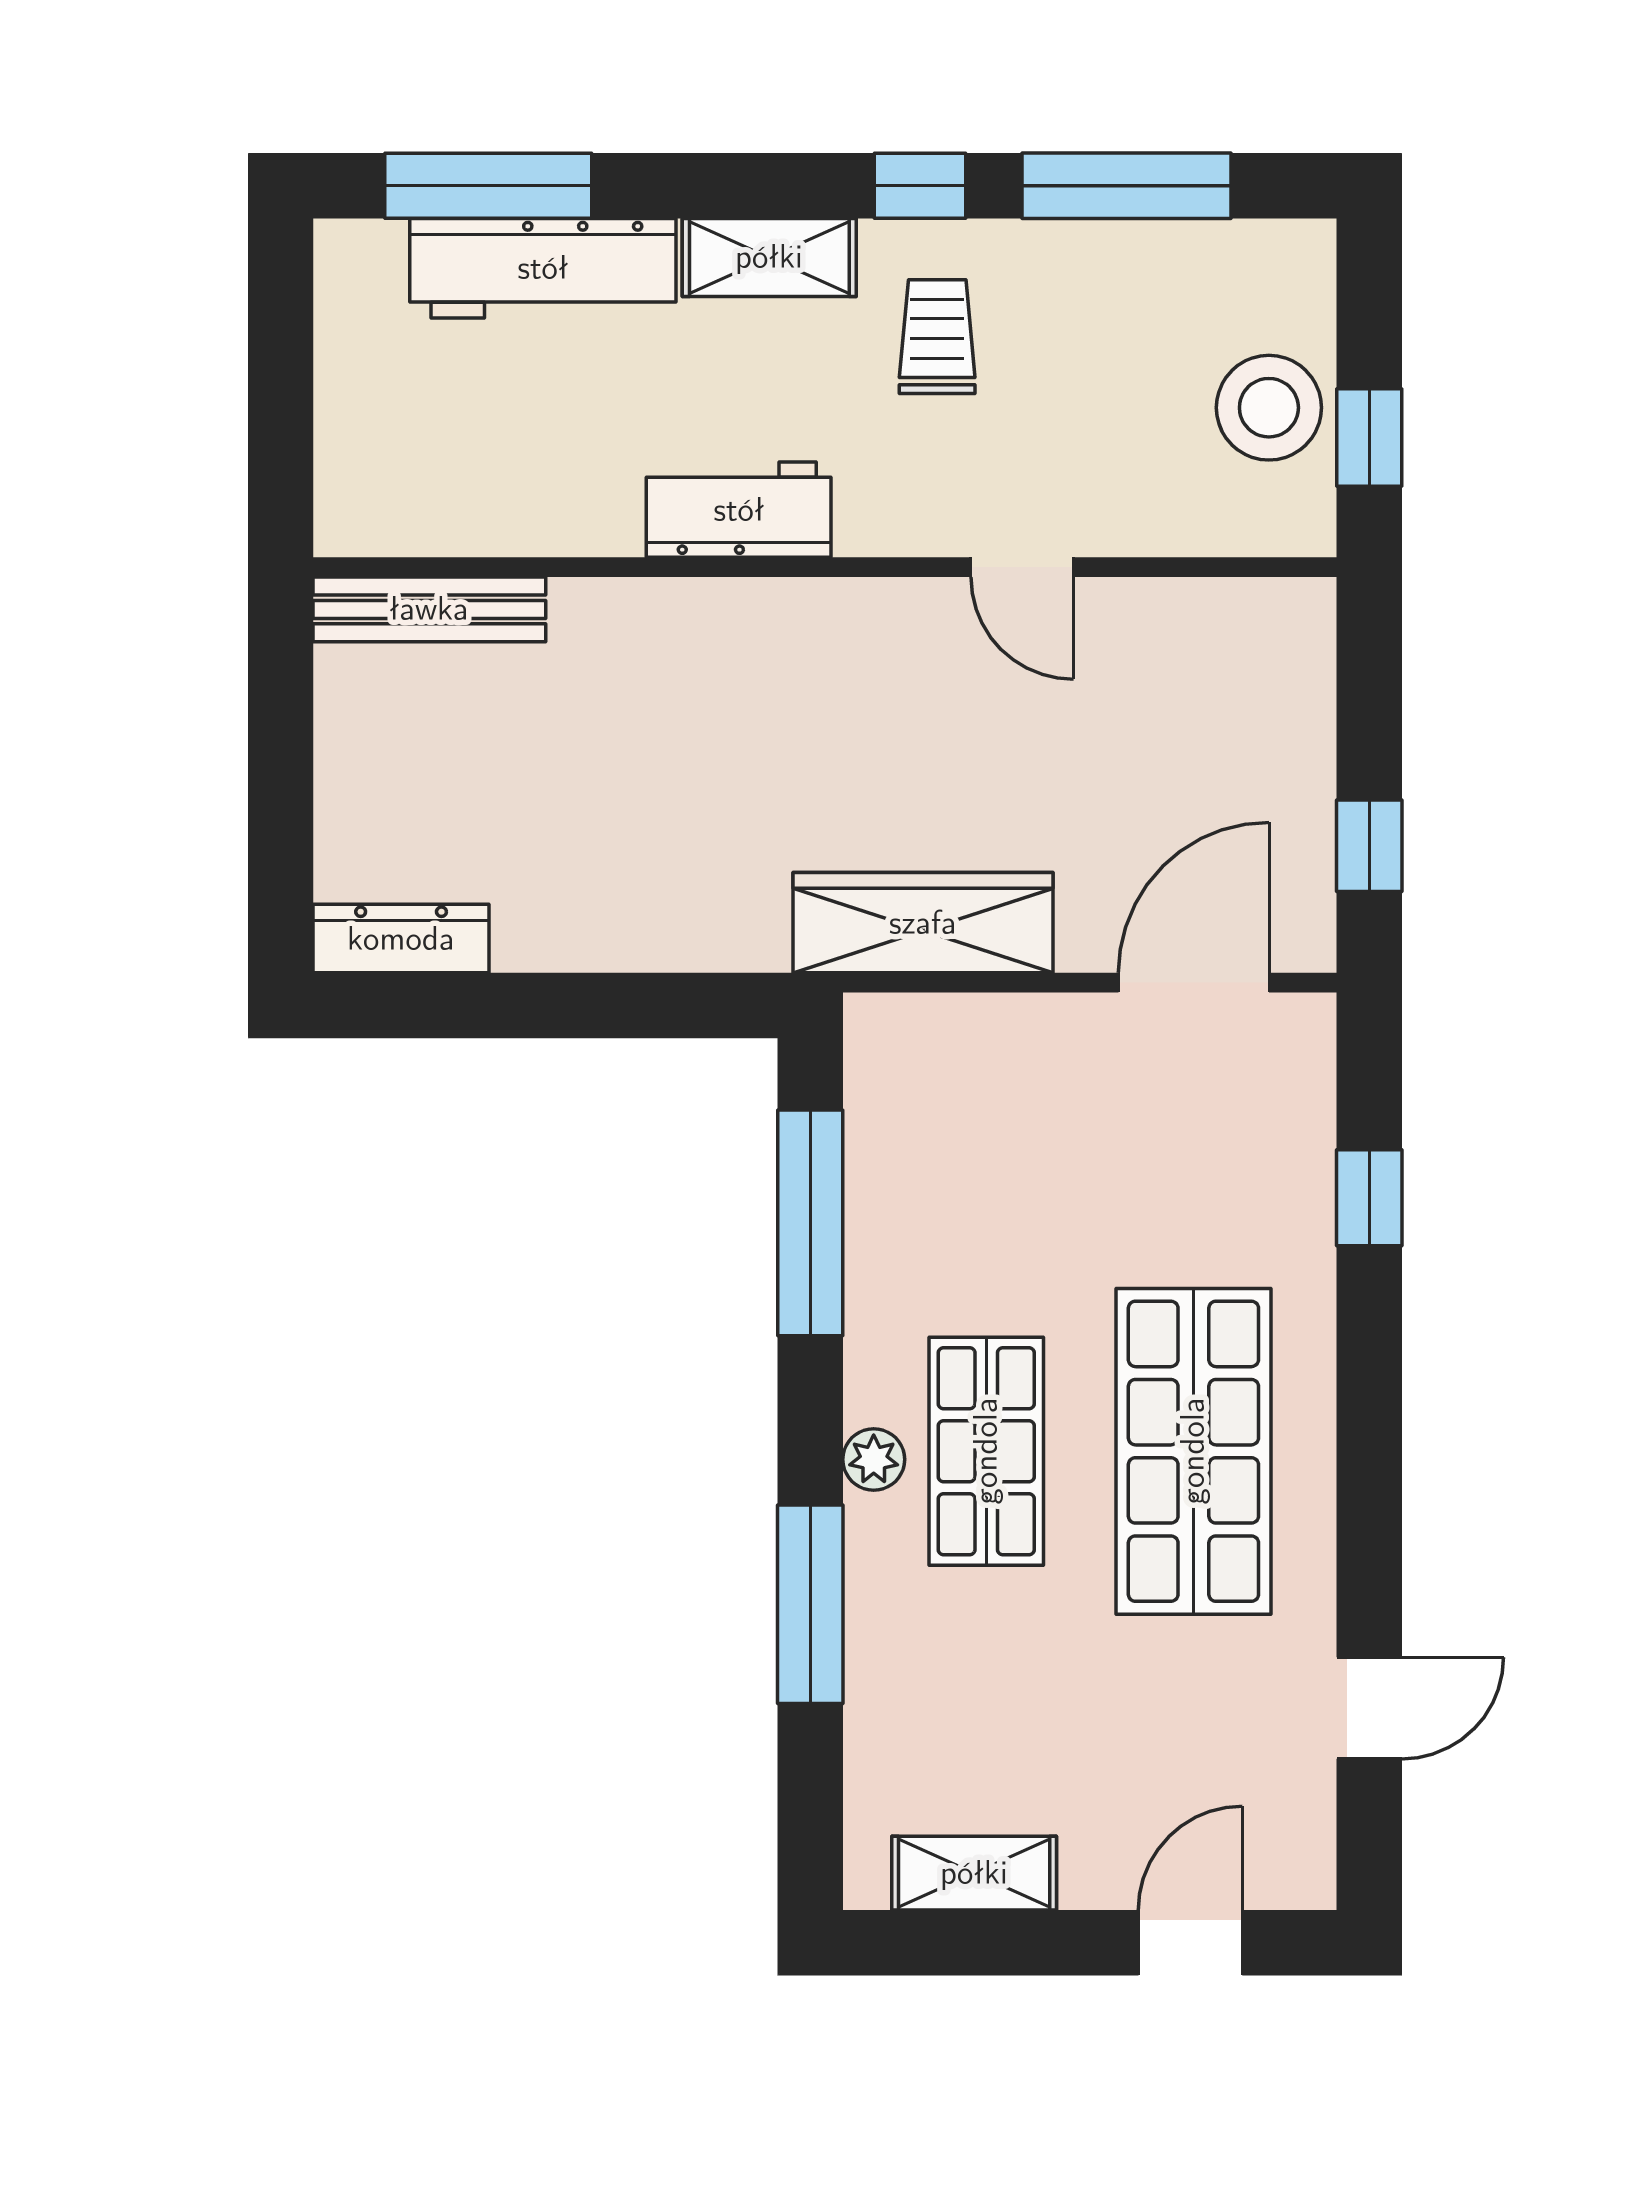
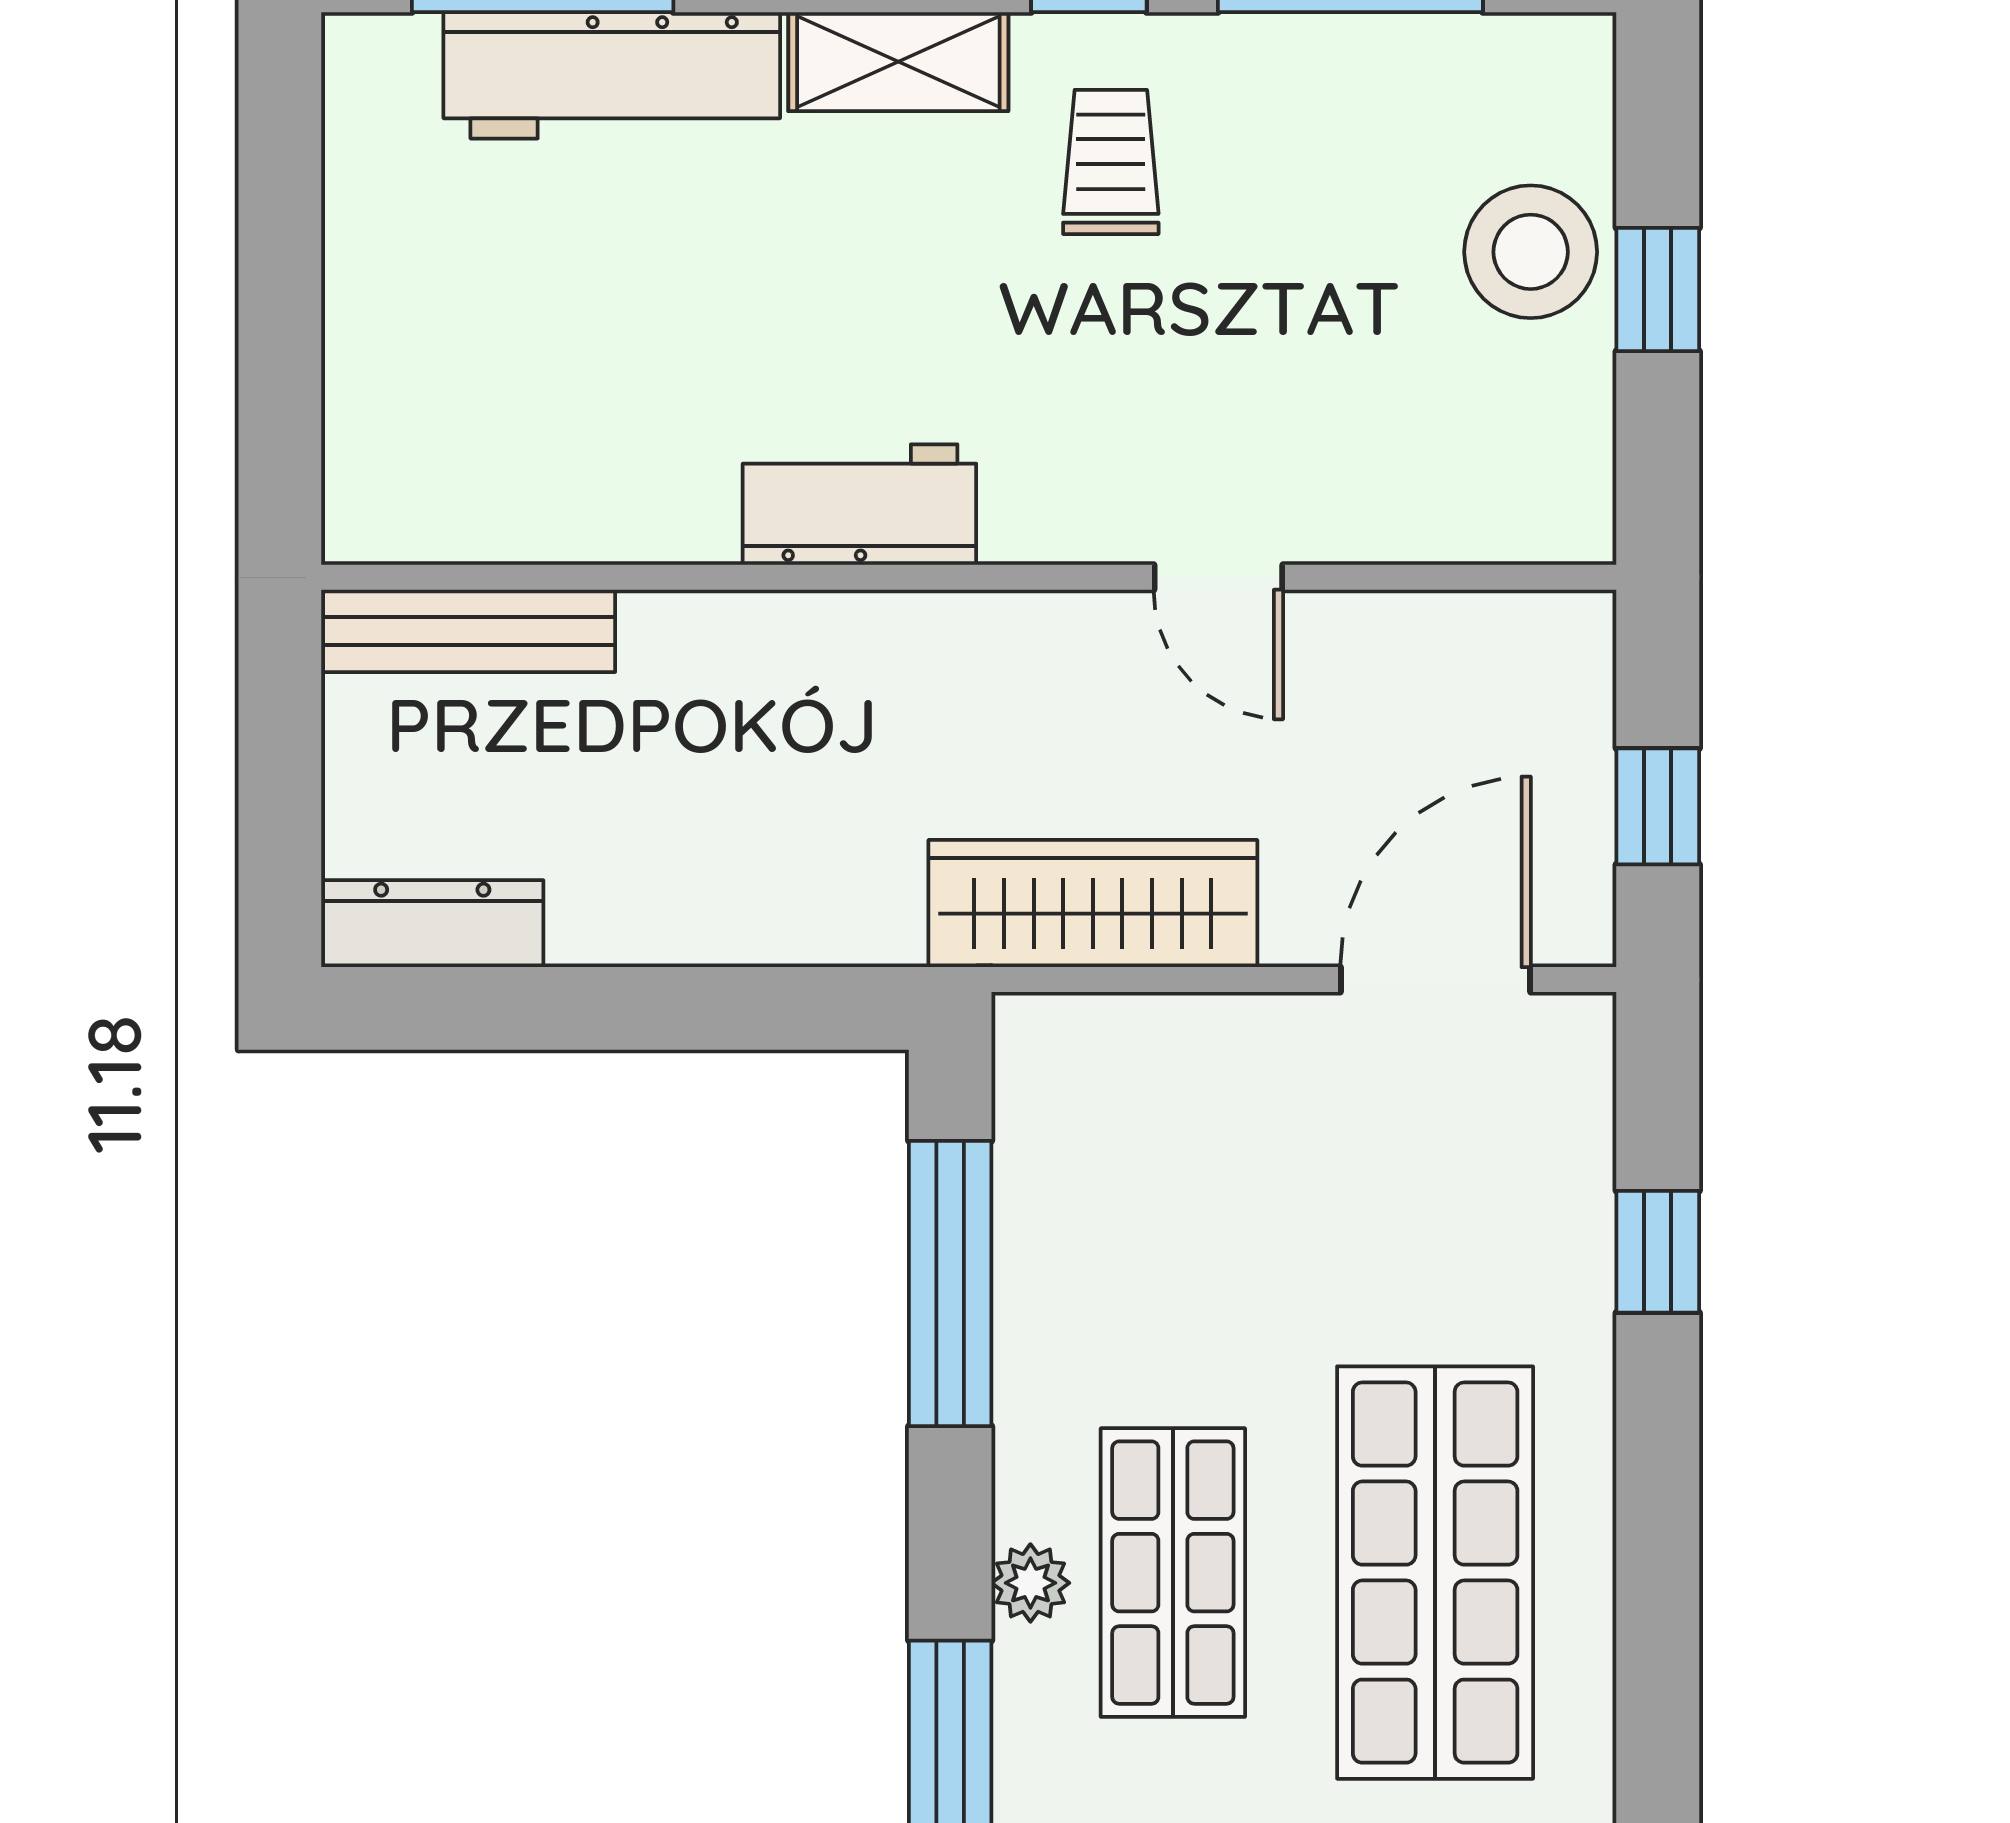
workbench: (739, 510) -> (859, 505), moved
wall: (825, 567) -> (969, 577), moved
door: (1022, 567) -> (1218, 577), moved
bench: (429, 609) -> (468, 631), moved

